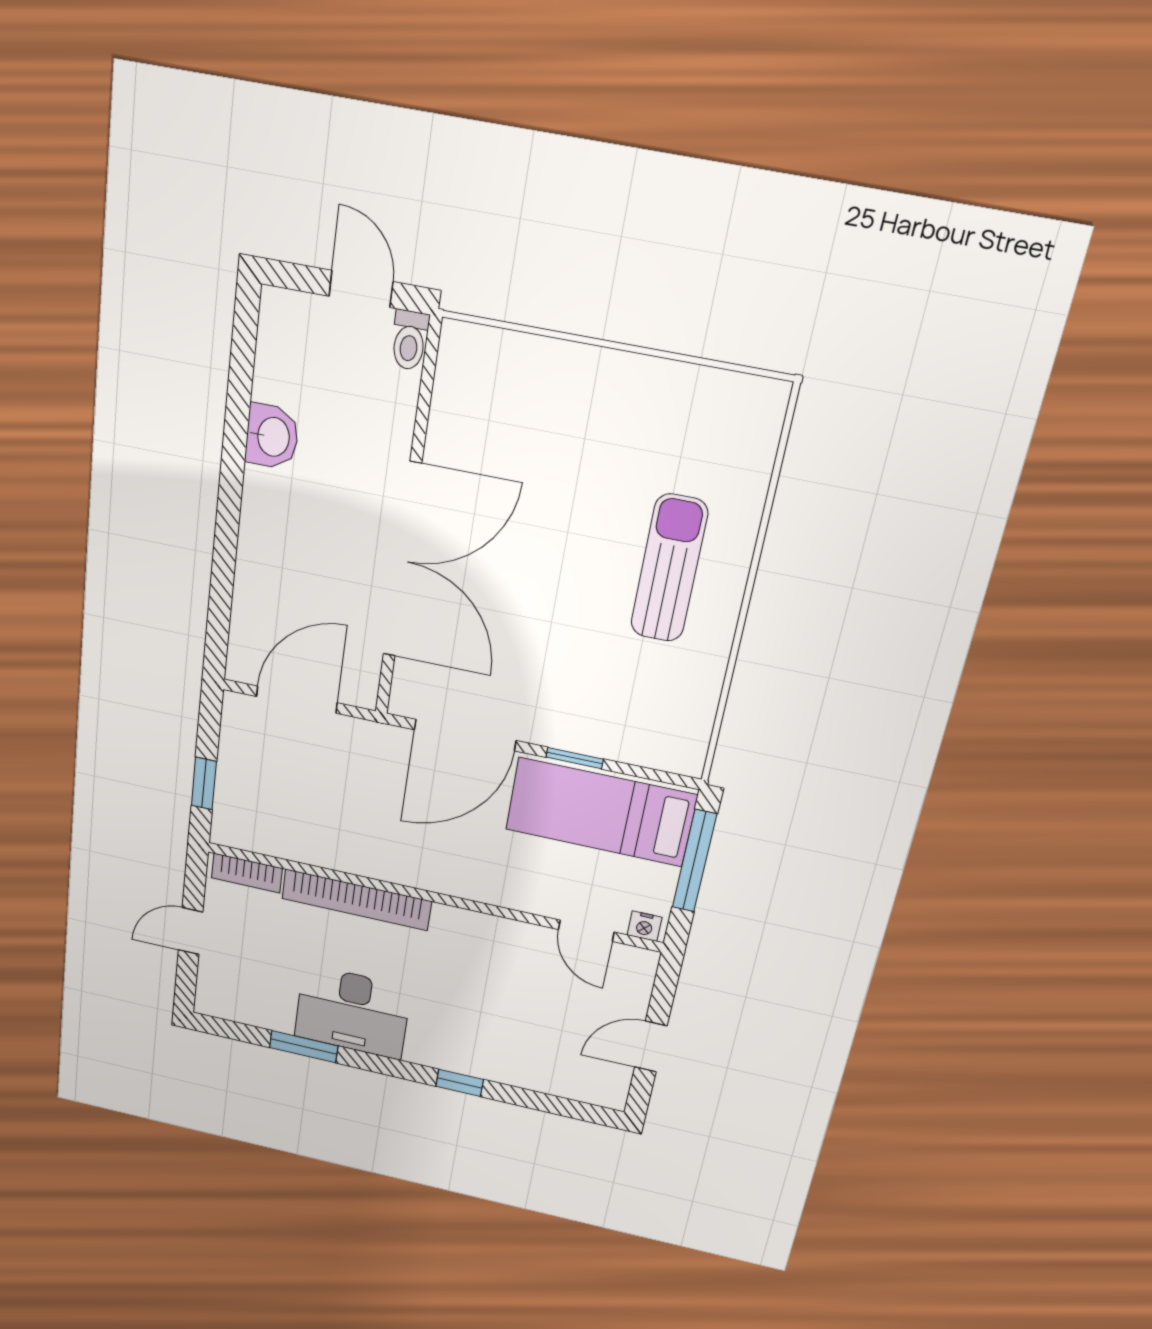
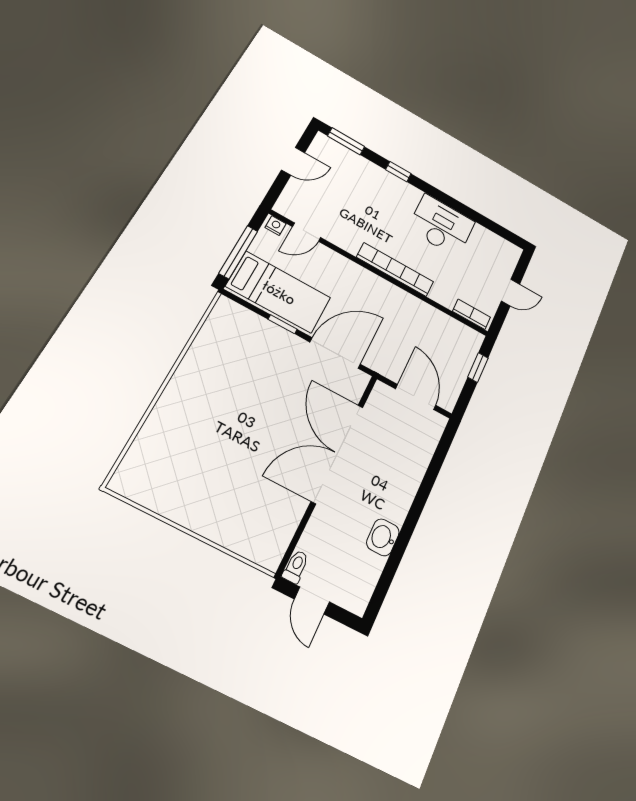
sun lounger: (669, 569) -> (201, 409), removed
door: (297, 700) -> (416, 397), swing flipped
bookcase: (356, 900) -> (395, 270), moved
door: (586, 931) -> (306, 232), swing flipped
window: (304, 1047) -> (346, 141), moved

